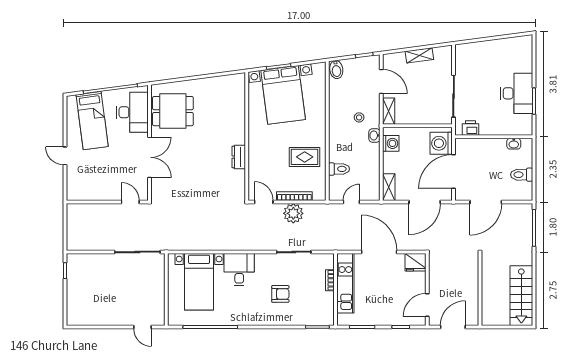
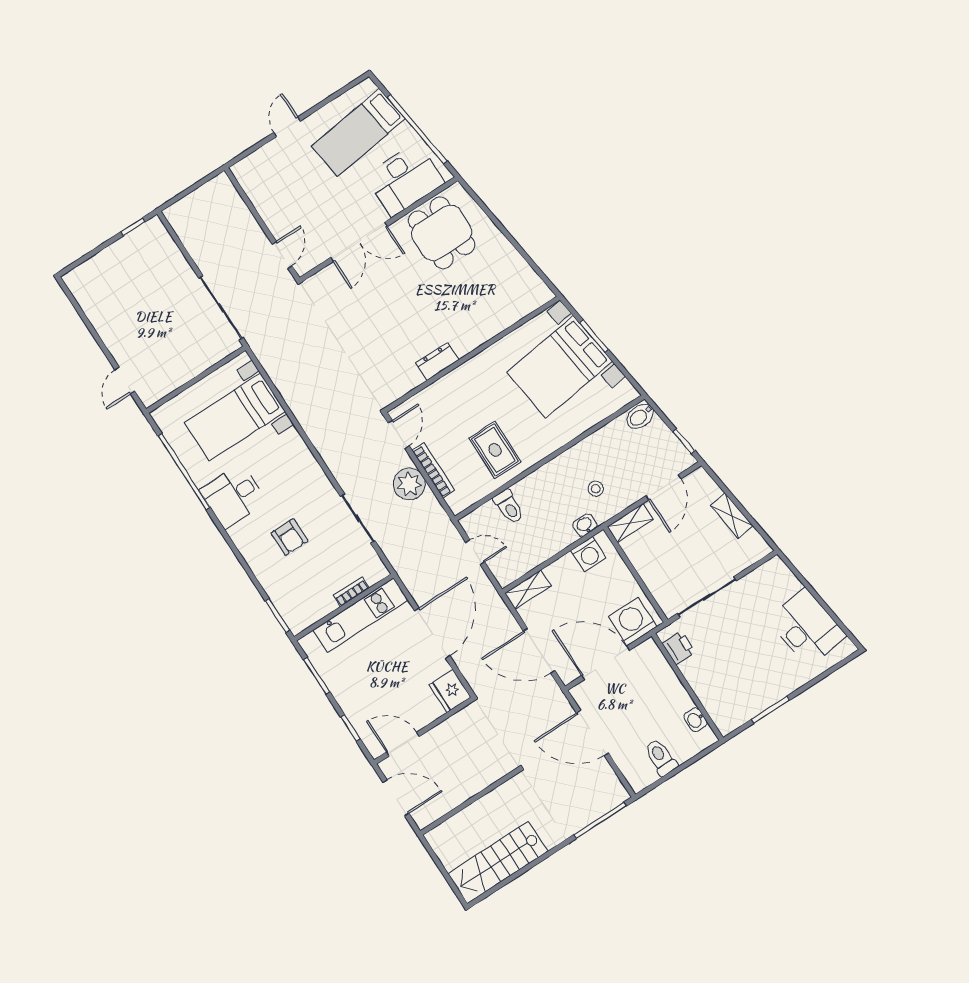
desk: (517, 93) -> (807, 628), moved, turned -98
desk: (239, 270) -> (233, 496), moved, turned 180

